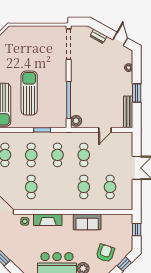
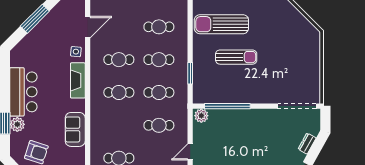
sun lounger: (29, 93) -> (236, 57), width x0.73, depth x0.75
door: (105, 130) -> (190, 152), hinge flipped
cafe table: (84, 187) -> (119, 92), moved

